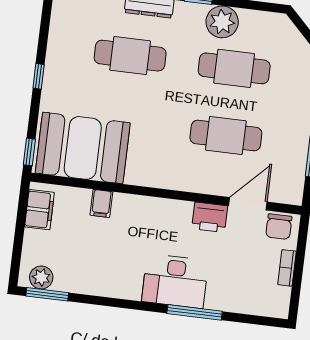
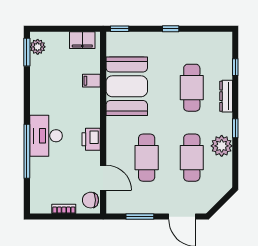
booth: (83, 148) -> (127, 86), moved
printer: (210, 217) -> (91, 139), moved
window: (195, 312) -> (27, 151), width x1.46

